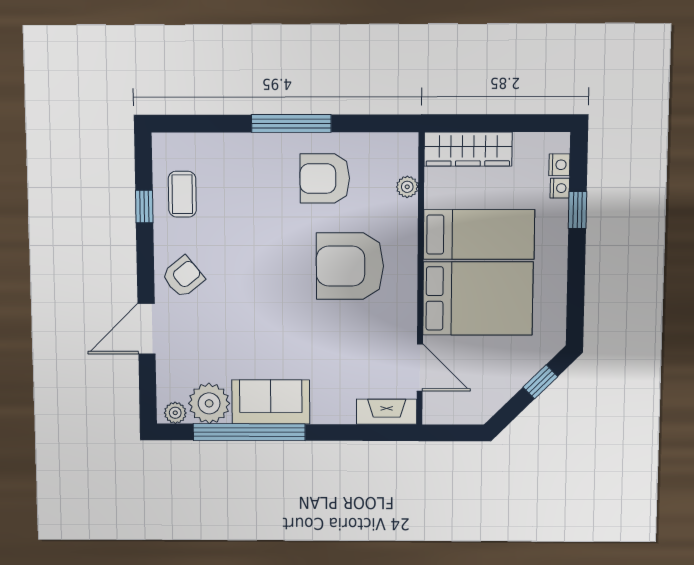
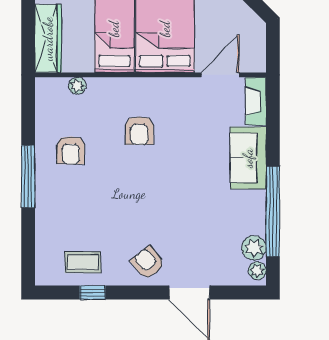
armchair: (325, 179) -> (71, 150), width x0.72, depth x0.72
armchair: (350, 266) -> (139, 131), width x0.53, depth x0.53
sofa: (271, 402) -> (248, 158), moved
plant: (209, 403) -> (254, 248), width x0.73, depth x0.73

